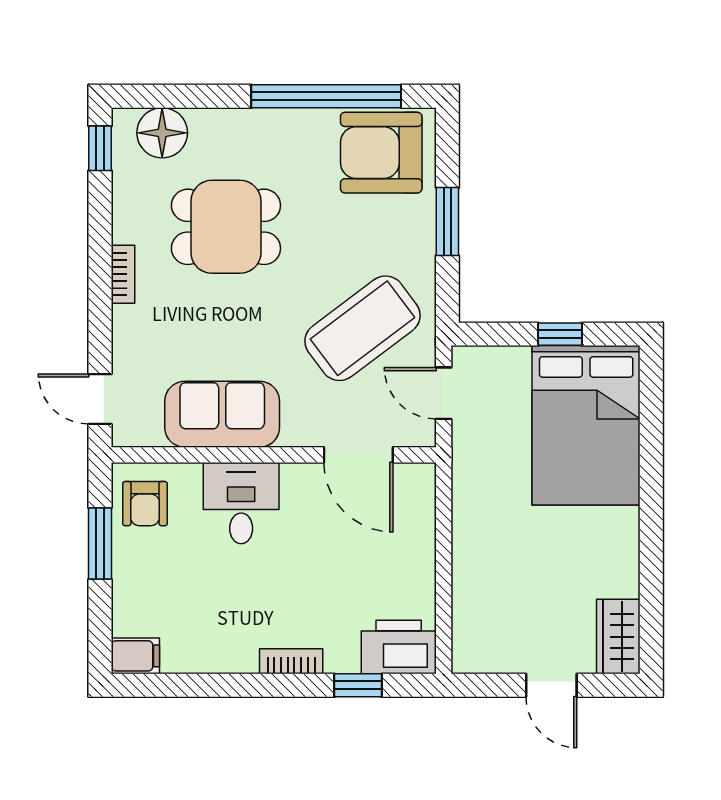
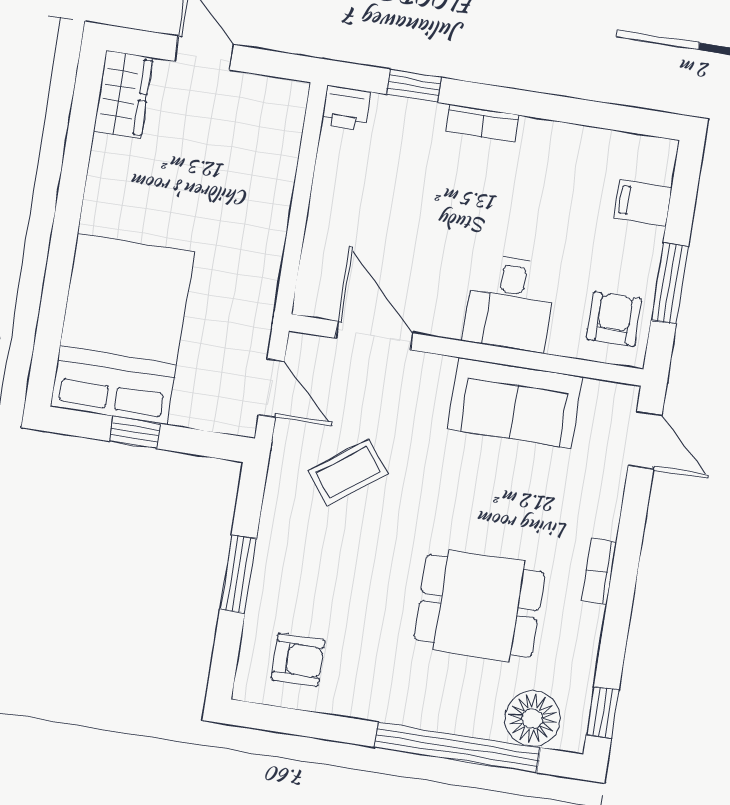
window: (326, 96) -> (457, 747), moved
armchair: (381, 153) -> (298, 660), width x0.53, depth x0.53
coffee table: (363, 328) -> (348, 472), width x0.54, depth x0.58
printer: (399, 647) -> (346, 108), width x0.53, depth x0.68
filing cabinet: (135, 656) -> (643, 203), moved

